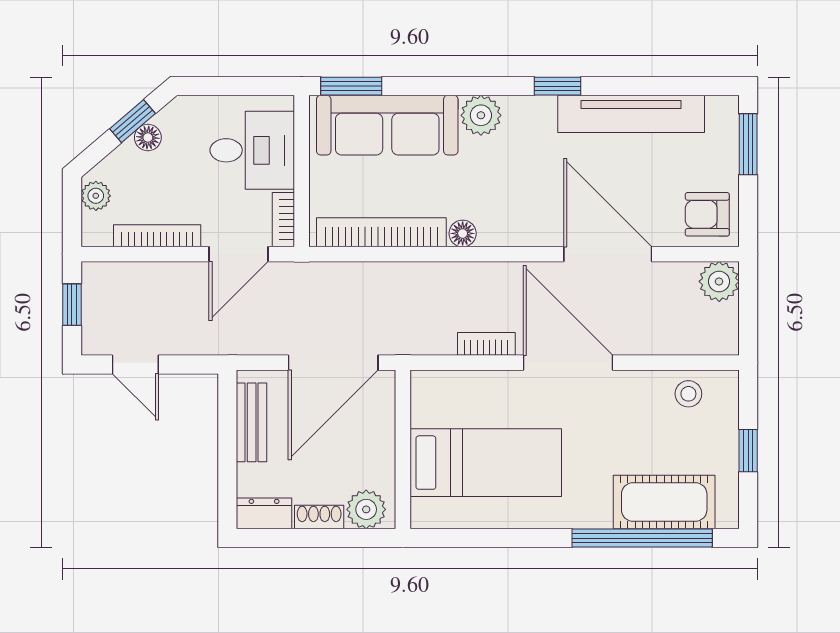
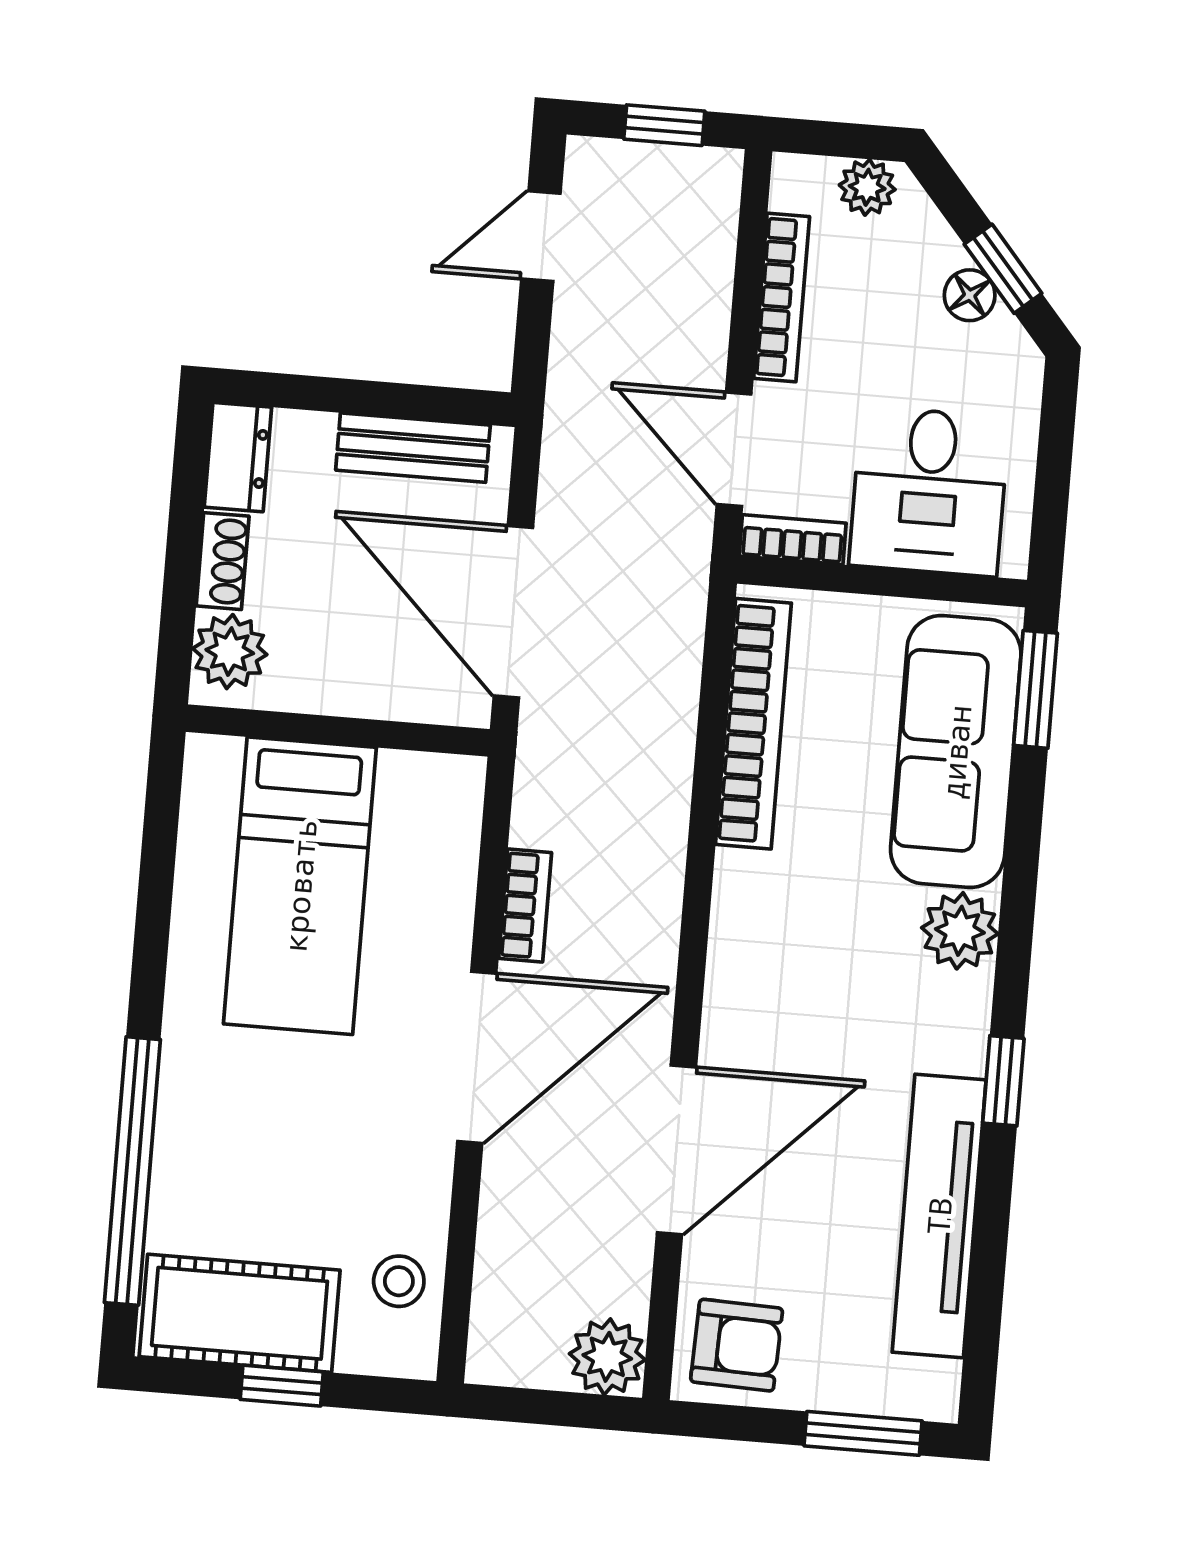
armchair: (707, 214) -> (737, 1345), turned 92
floor lamp: (463, 233) -> (738, 878), removed
cot: (664, 502) -> (240, 1313), moved, turned 90

